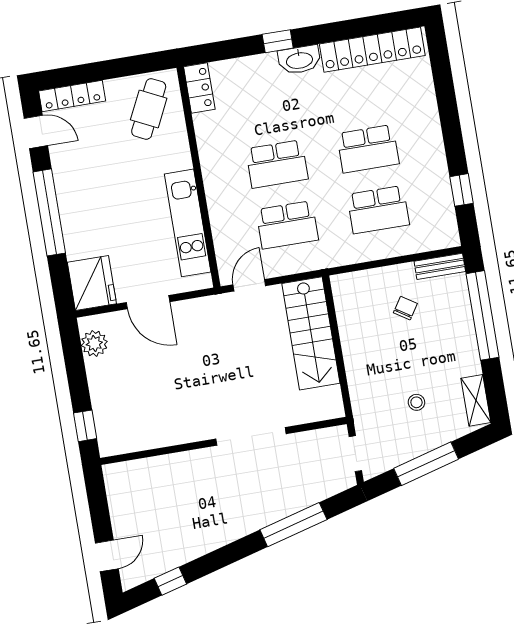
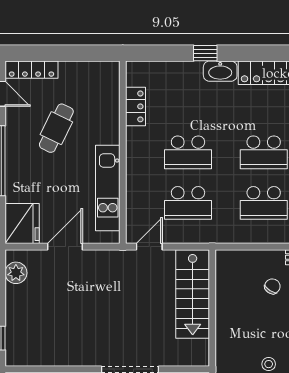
locker: (199, 88) -> (135, 106), moved
cafe table: (149, 109) -> (56, 128), moved
door: (148, 302) -> (65, 247), swing flipped

